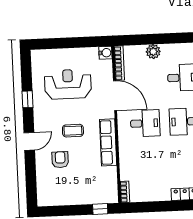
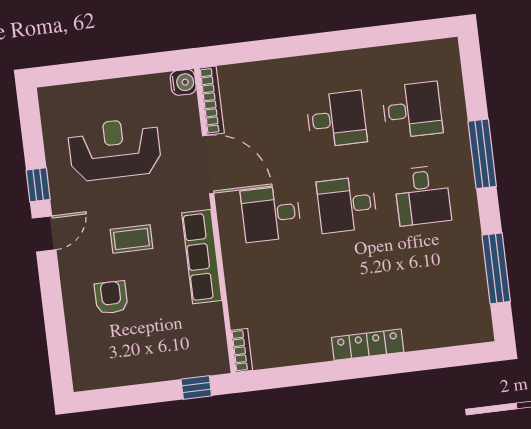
plant: (153, 52) -> (276, 73), removed
desk: (145, 123) -> (271, 214), turned 180
door: (29, 141) -> (44, 234), moved

